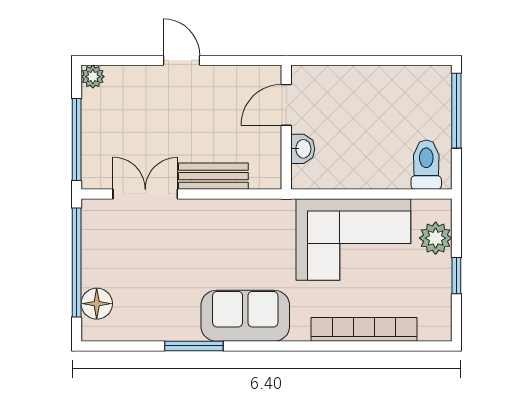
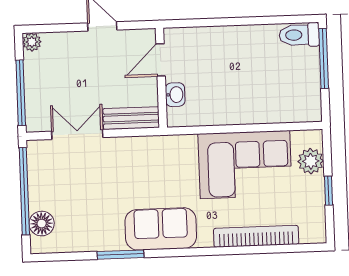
door: (286, 105) -> (161, 60), moved
wall: (286, 127) -> (161, 78), moved
washbasin: (303, 149) -> (175, 95), moved
toilet: (426, 165) -> (299, 35), moved, turned -90

